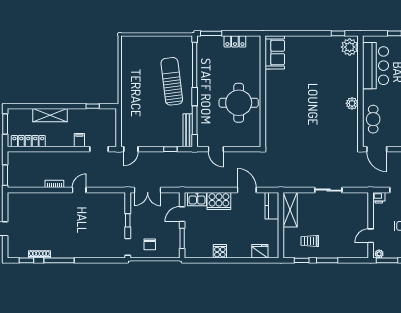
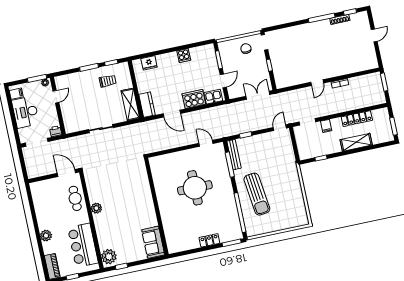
sofa: (275, 52) -> (153, 242), moved
wall: (263, 91) -> (156, 206), moved
locker: (28, 141) -> (357, 119), moved

